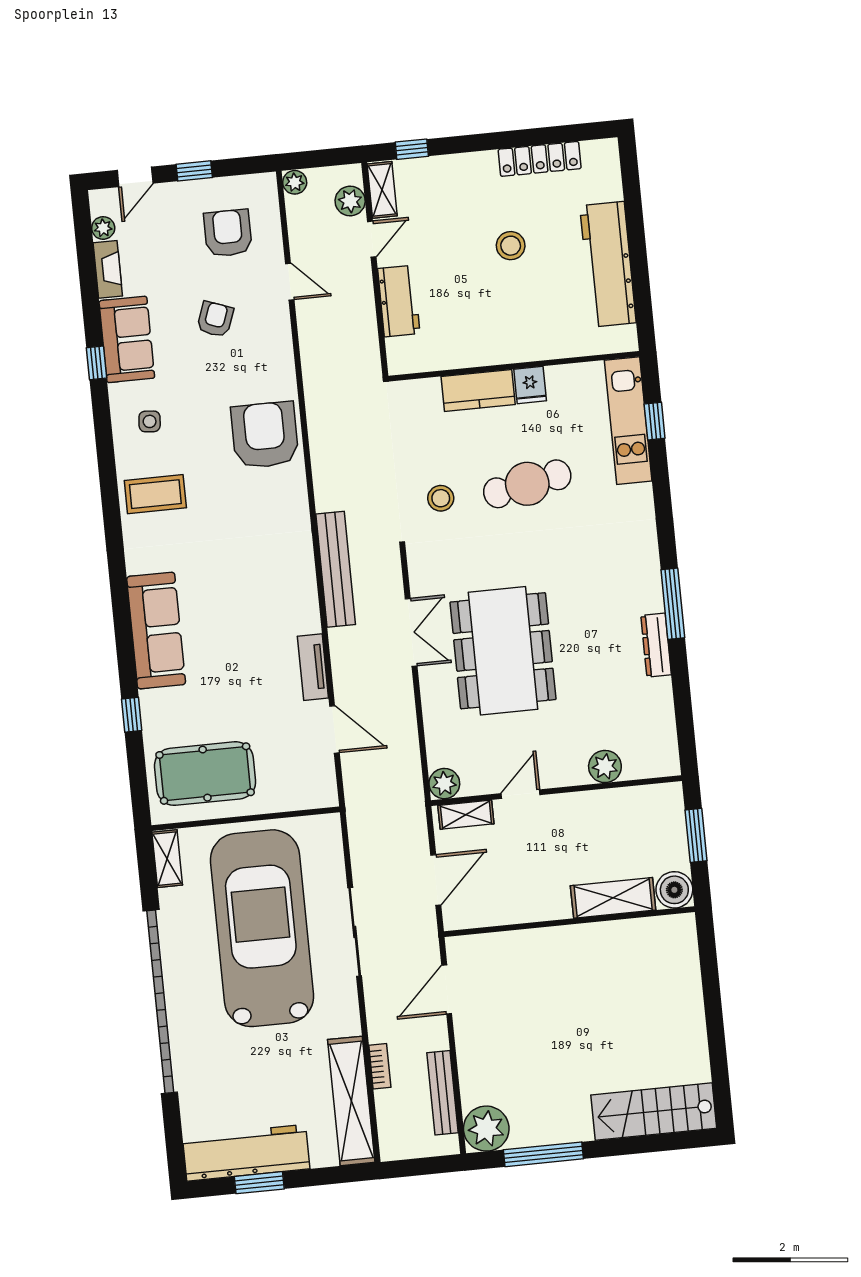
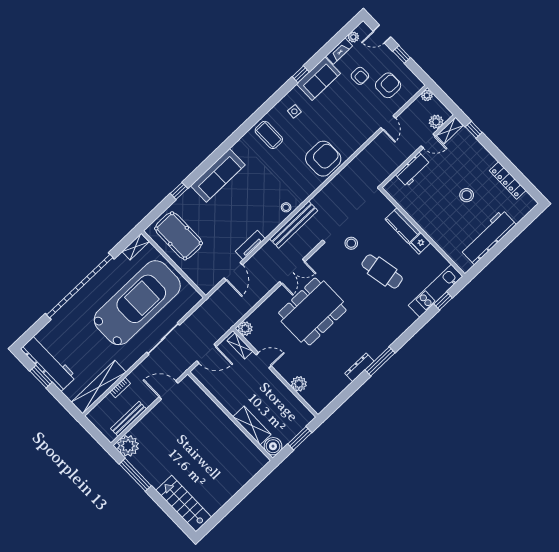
armchair: (215, 319) -> (360, 76), moved, turned 70
stool: (297, 559) -> (286, 207), added

